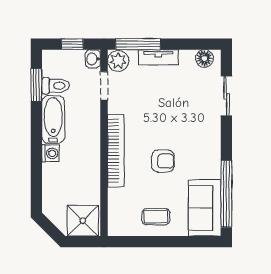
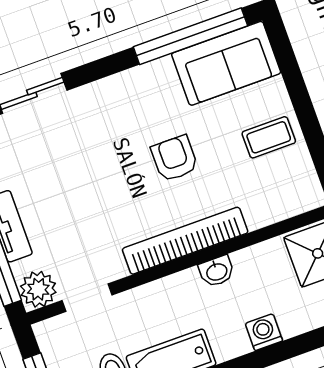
washbasin: (93, 59) -> (217, 271), moved
washing machine: (50, 153) -> (264, 332), moved
coffee table: (156, 217) -> (269, 137), turned 90

